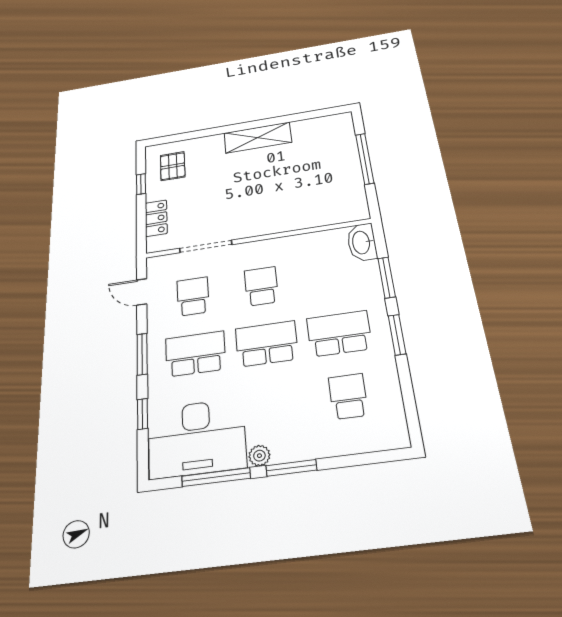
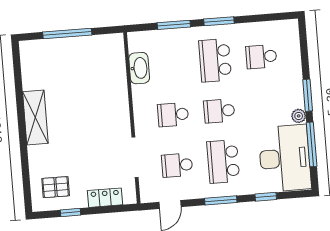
washbasin: (362, 242) -> (139, 68), moved, turned -90
school desk: (267, 344) -> (219, 111), width x0.54

